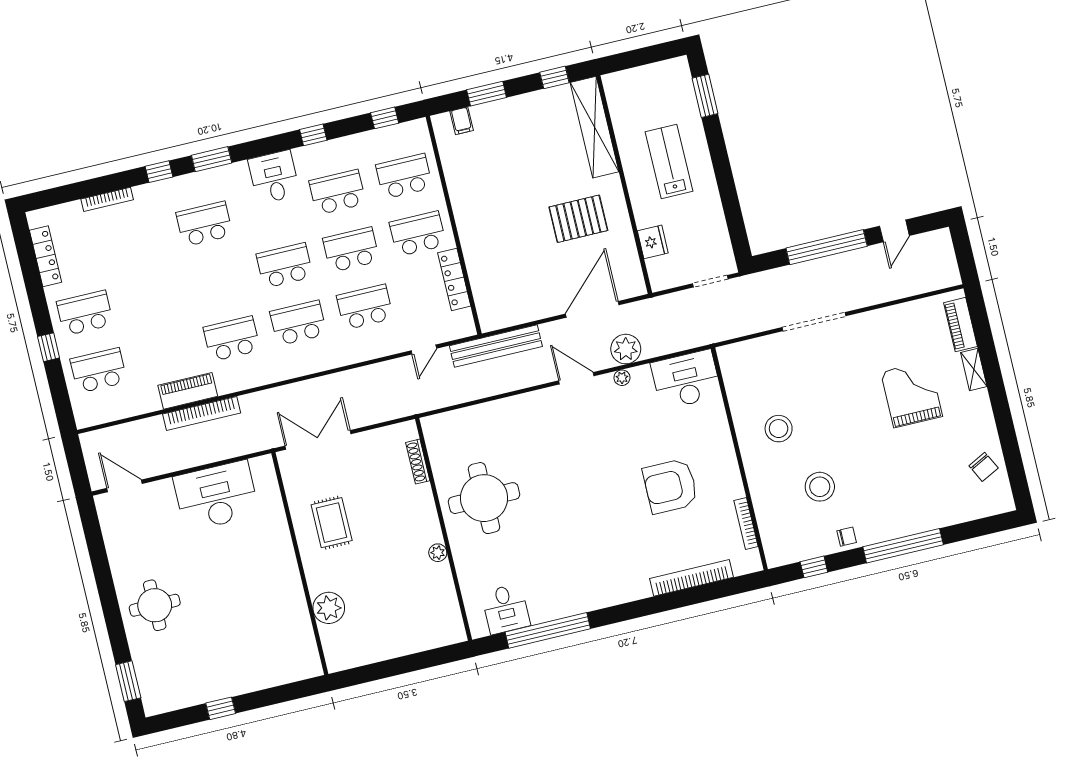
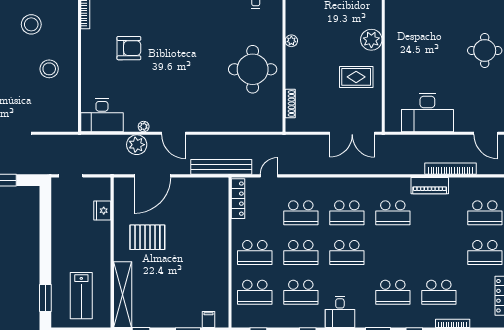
lab bench: (669, 162) -> (81, 296), moved
school desk: (138, 240) -> (439, 292), added
locker: (454, 279) -> (238, 199), moved
bookcase: (202, 413) -> (451, 169), moved
armchair: (670, 486) -> (129, 48), width x0.73, depth x0.73
rug: (332, 523) -> (356, 77), turned 90
plant: (329, 608) -> (371, 40), moved

